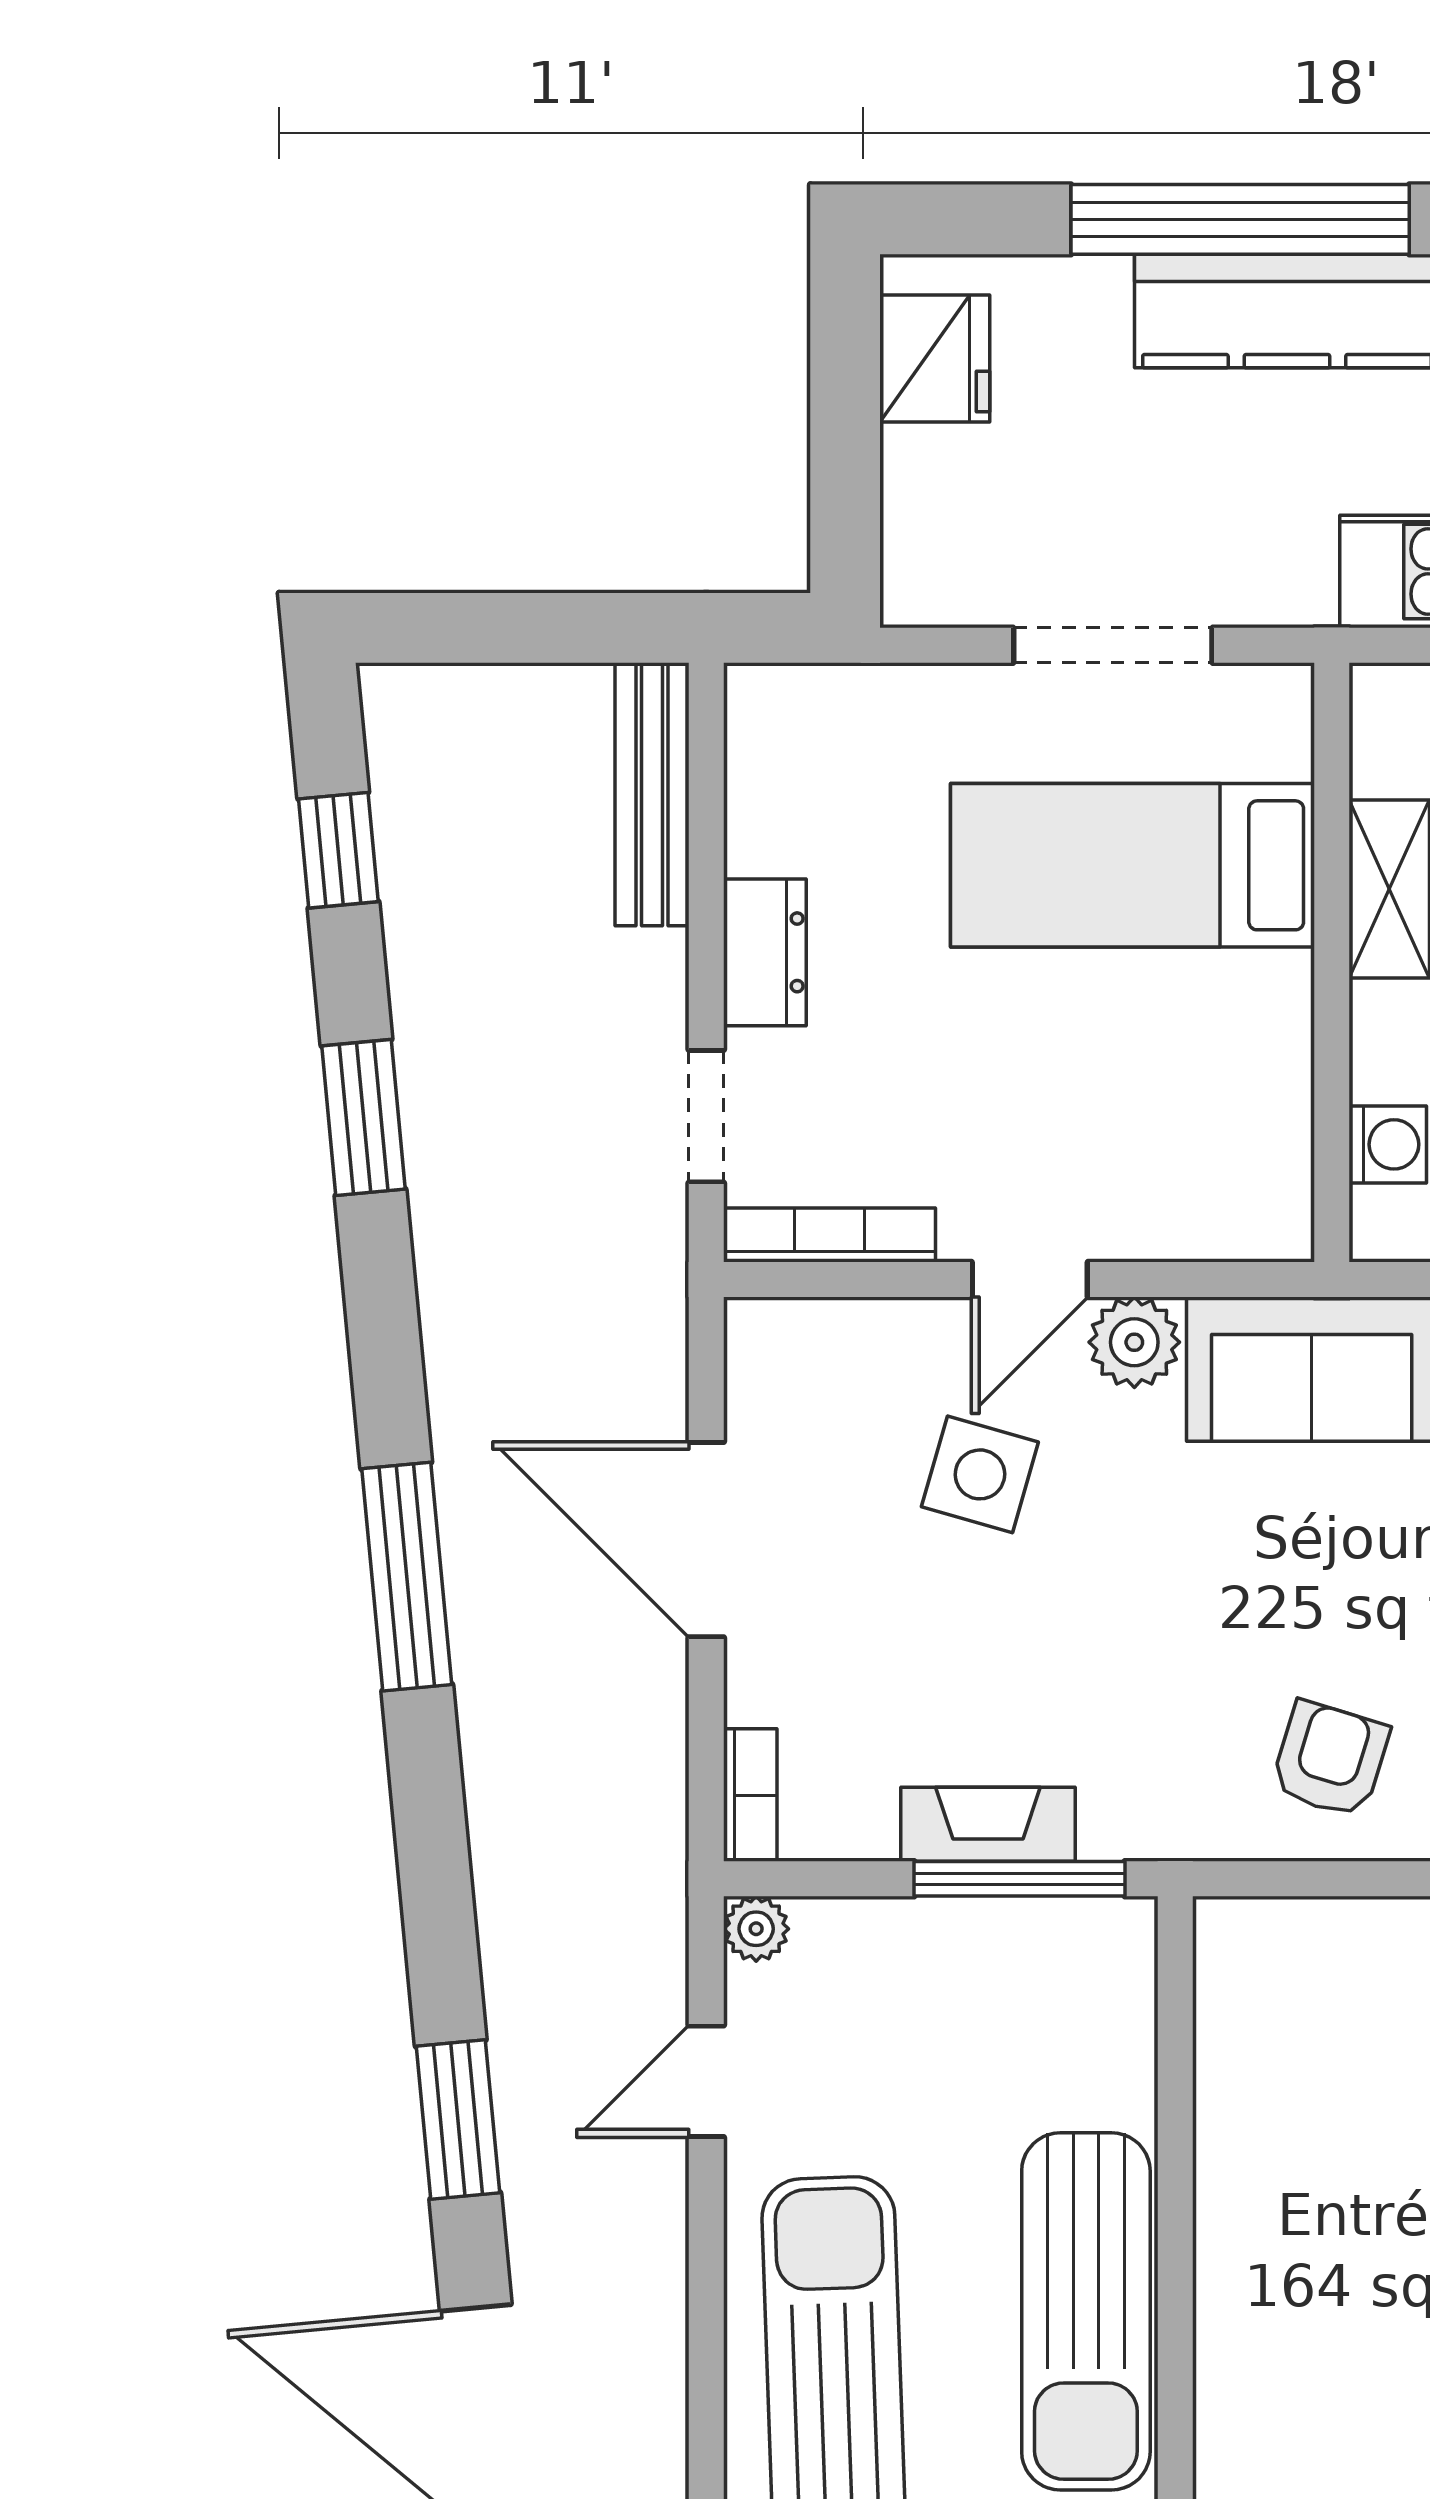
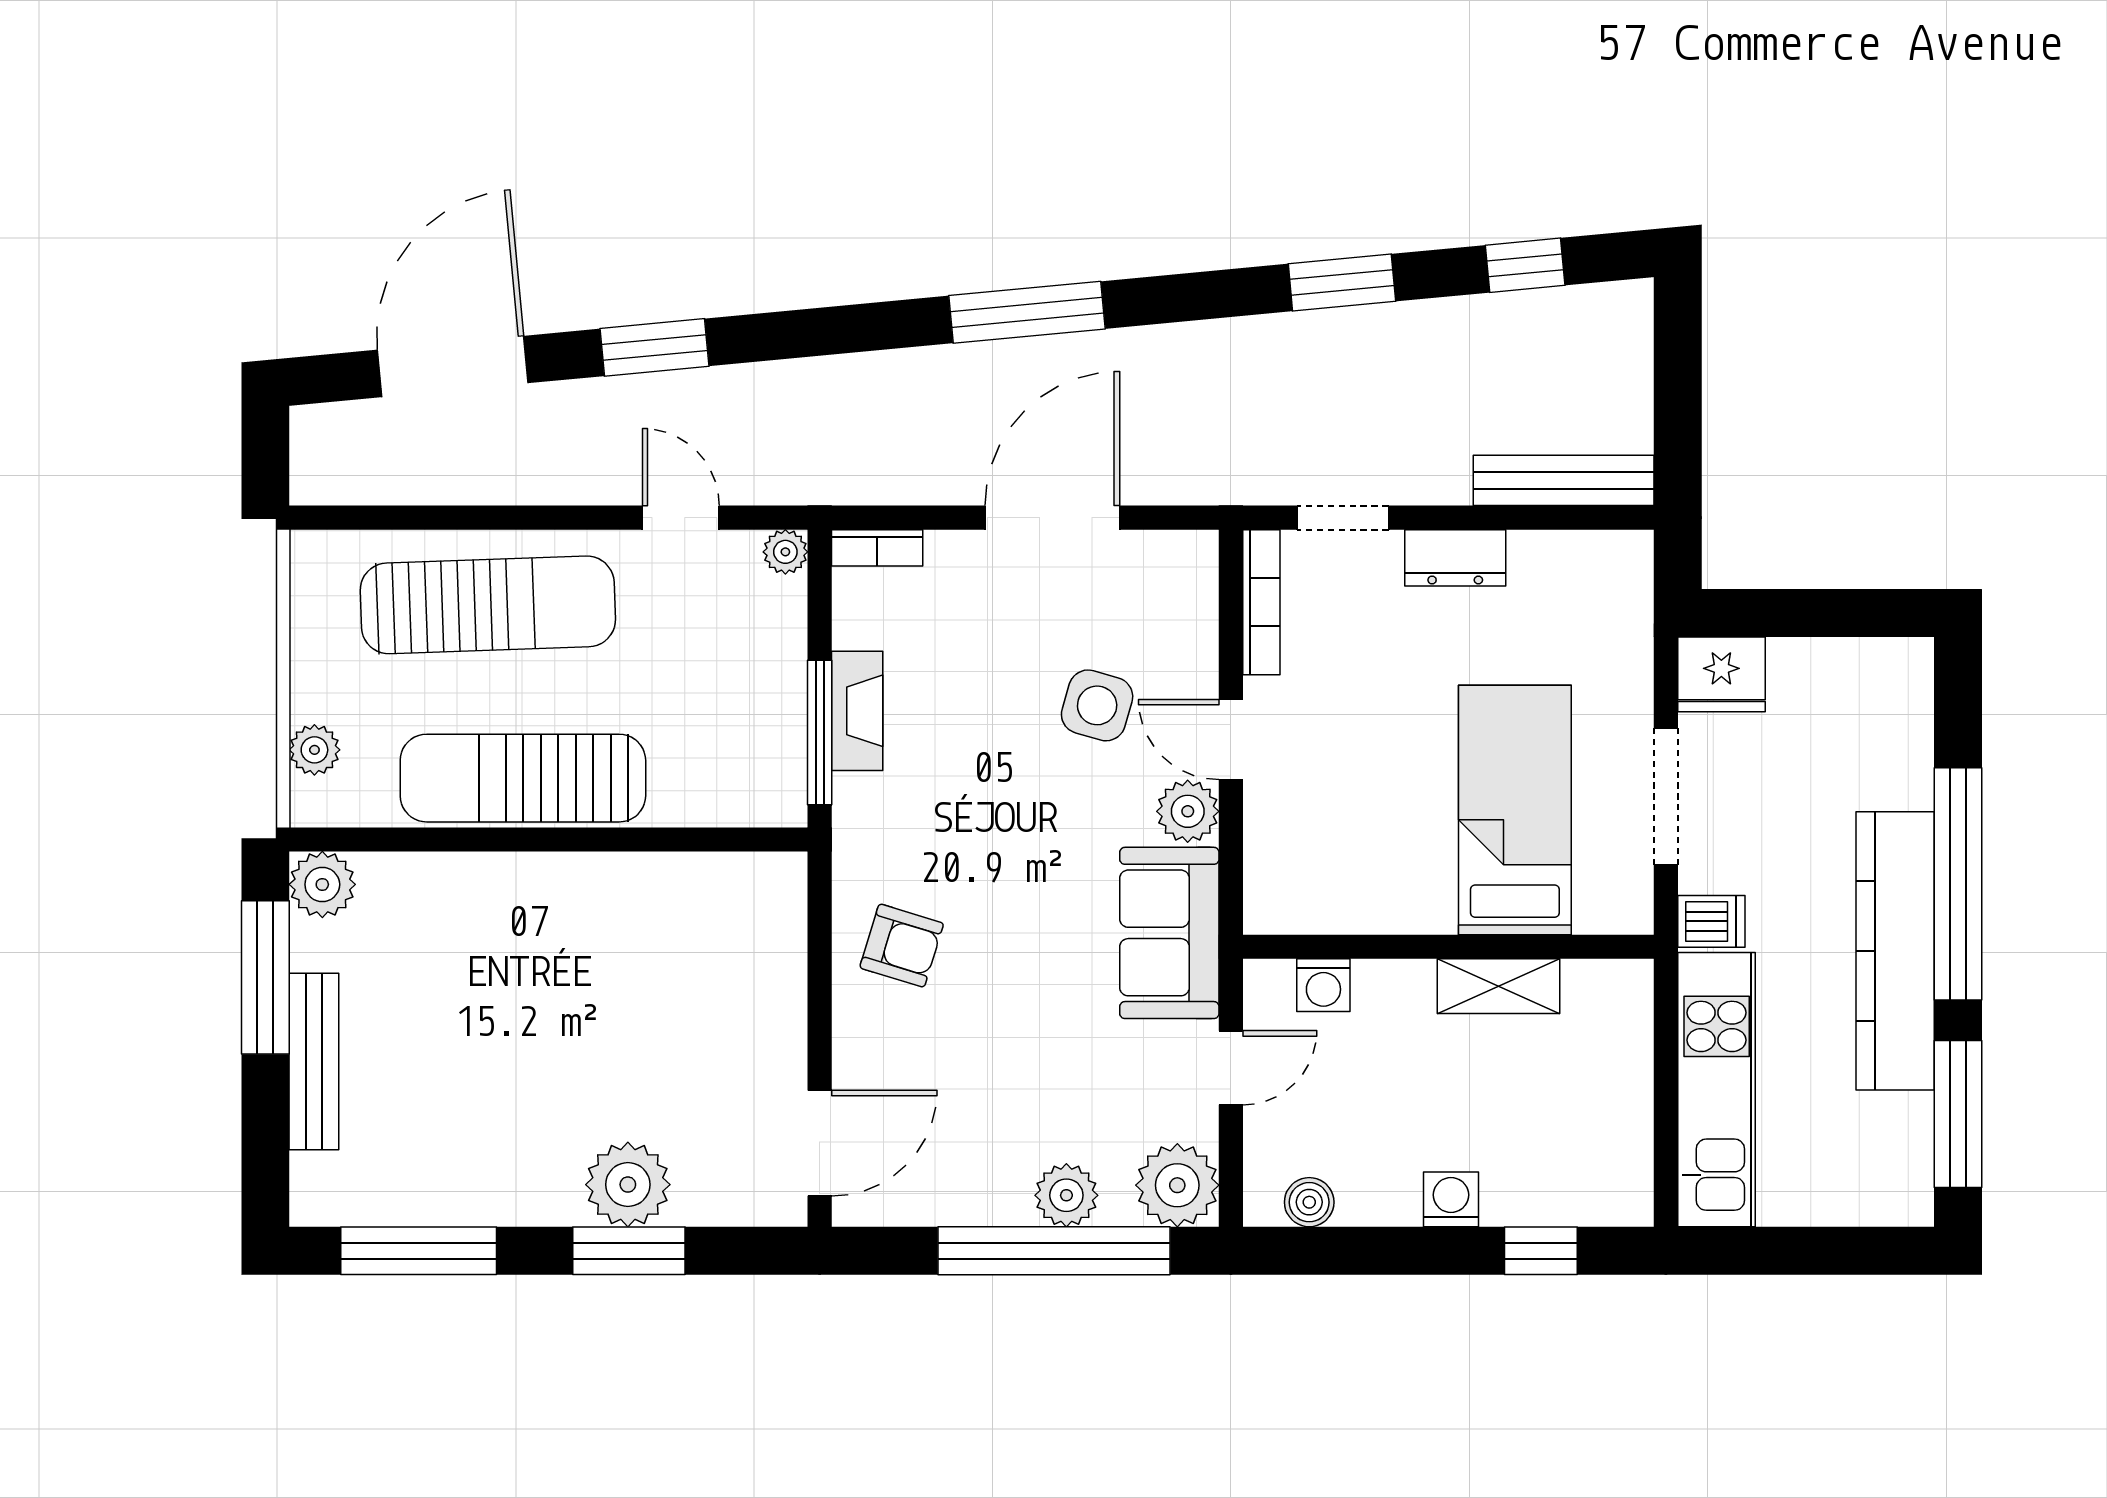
fridge: (935, 358) -> (1721, 674), moved
dishwasher: (1295, 579) -> (1711, 921), added

